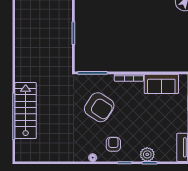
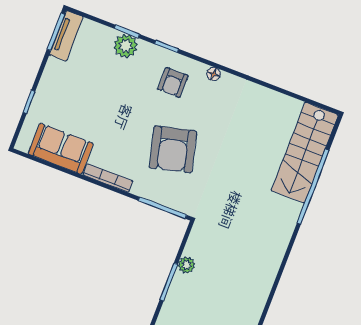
plant: (67, 46) -> (187, 265), added
armchair: (99, 107) -> (173, 149), turned -137
stairs: (26, 111) -> (305, 153), moved

